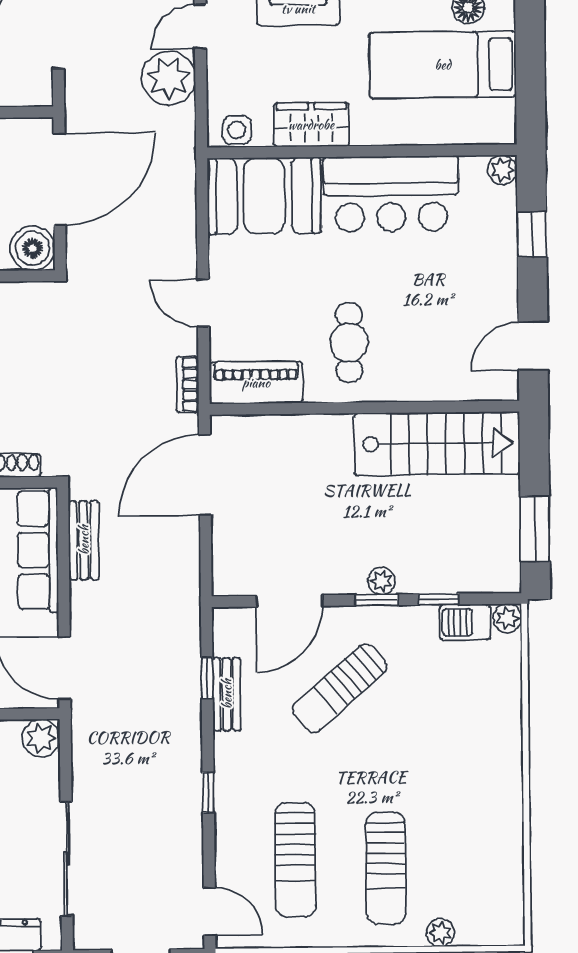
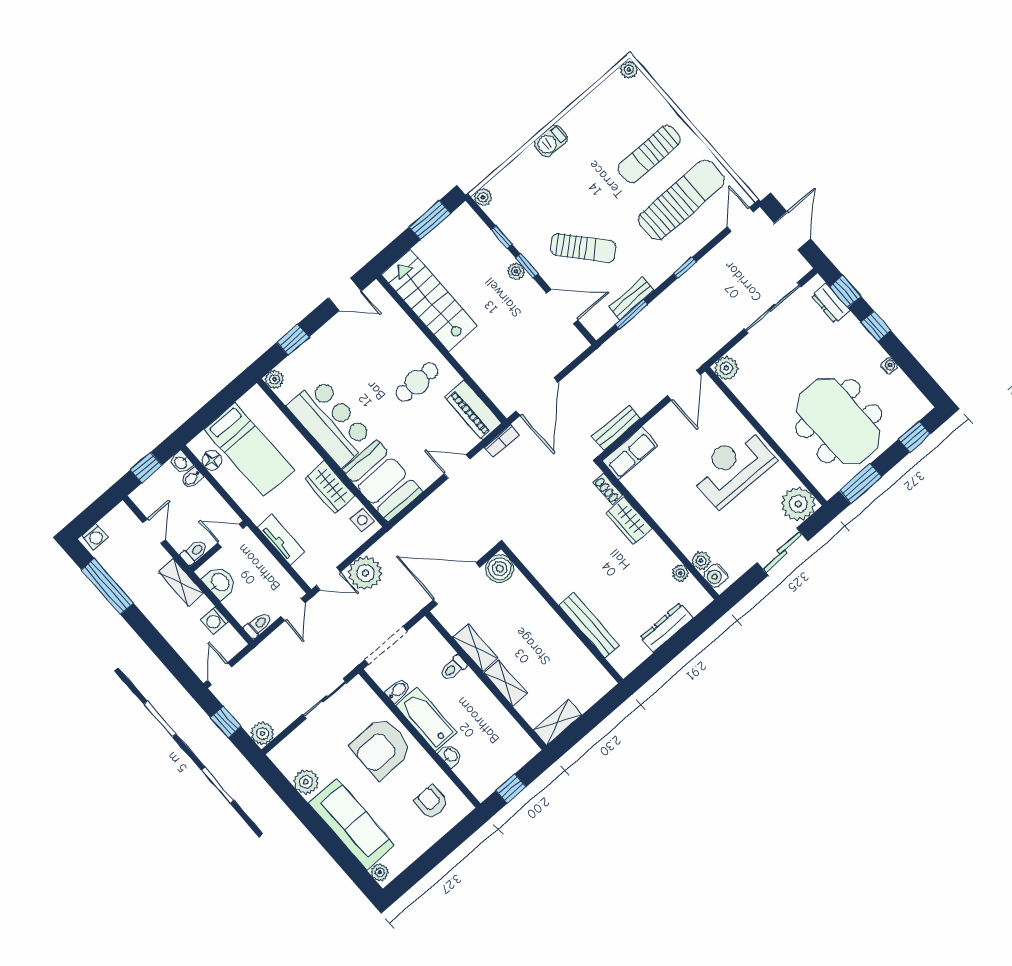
door: (203, 303) -> (457, 466), swing flipped
door: (205, 475) -> (537, 397), hinge flipped
row of seats: (38, 550) -> (630, 453), width x0.68
barbecue: (465, 622) -> (551, 141), moved, turned 90
window: (207, 678) -> (631, 314), width x1.50
sun lounger: (295, 860) -> (681, 200), width x1.36, depth x1.34
sun lounger: (386, 868) -> (649, 154), turned 180
plant: (440, 933) -> (629, 70), moved

